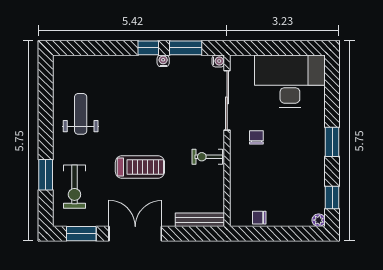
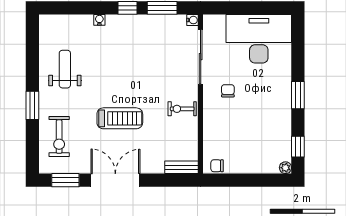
water cooler: (163, 61) -> (99, 20), moved
window: (46, 175) -> (32, 105), moved
chair: (259, 218) -> (217, 166), moved
bench: (200, 220) -> (181, 167), width x0.73

